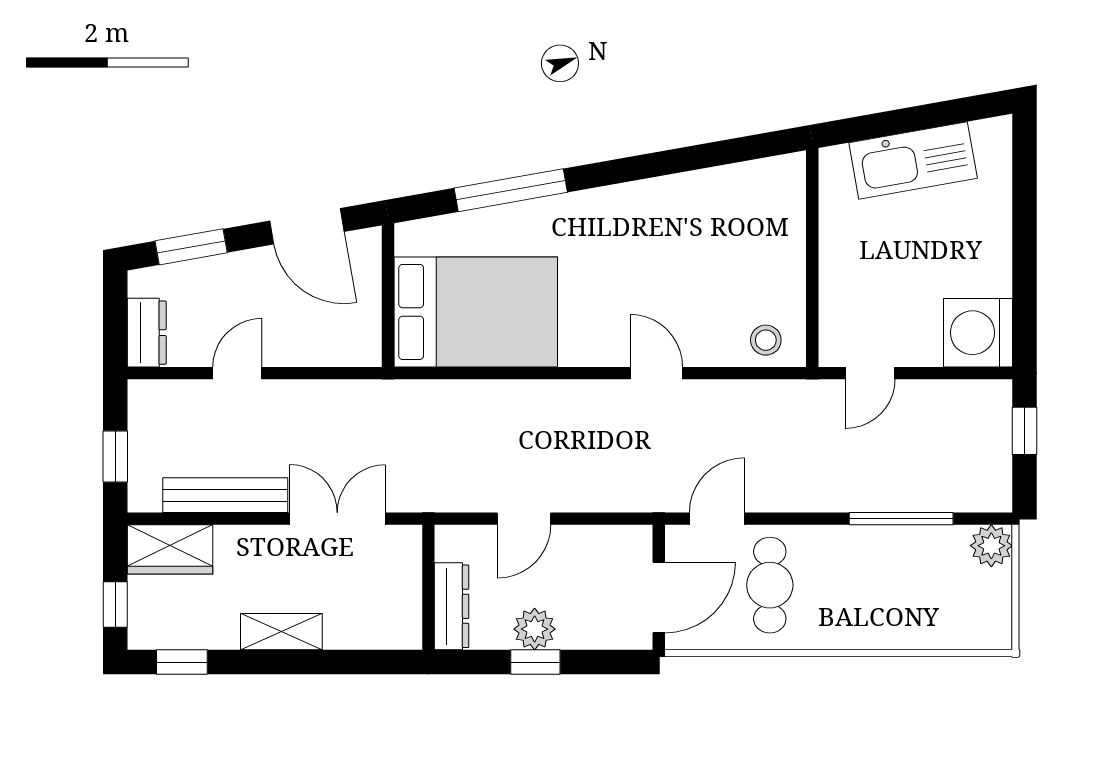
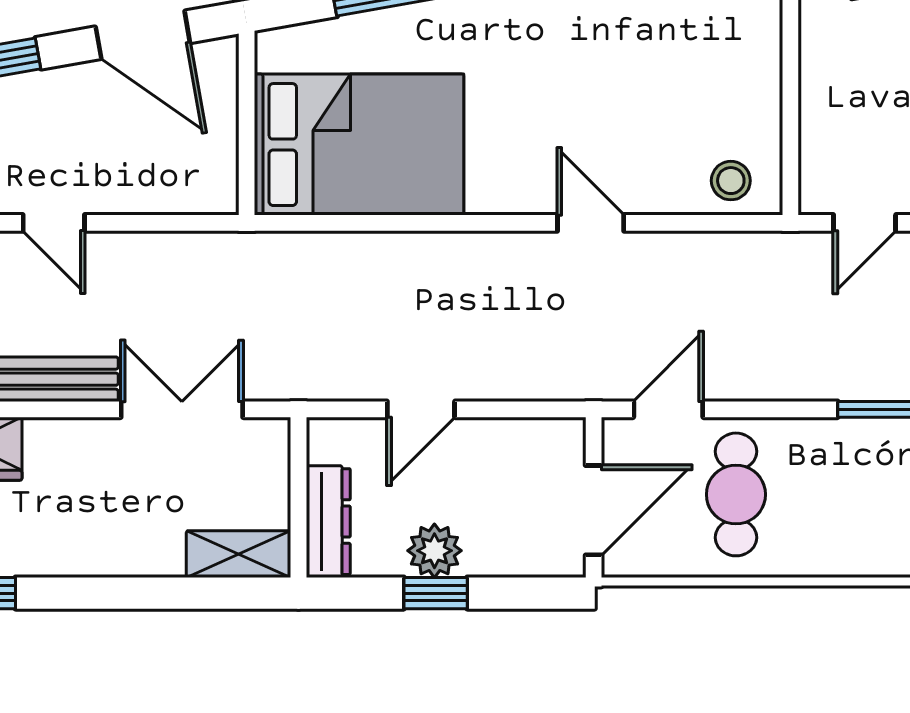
door: (237, 373) -> (54, 223), swing flipped
shelving: (281, 632) -> (239, 554), moved

